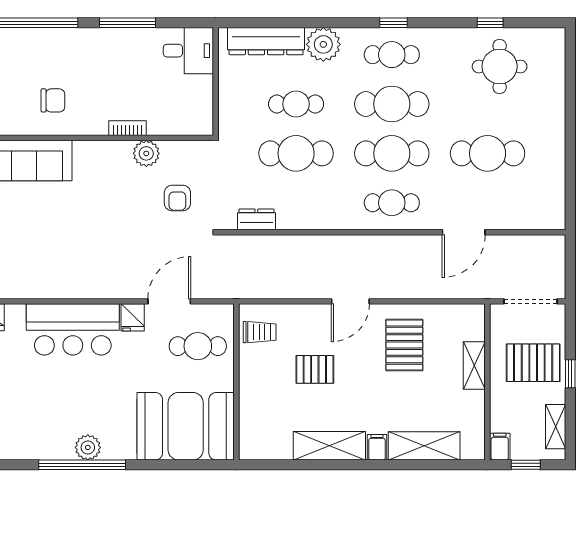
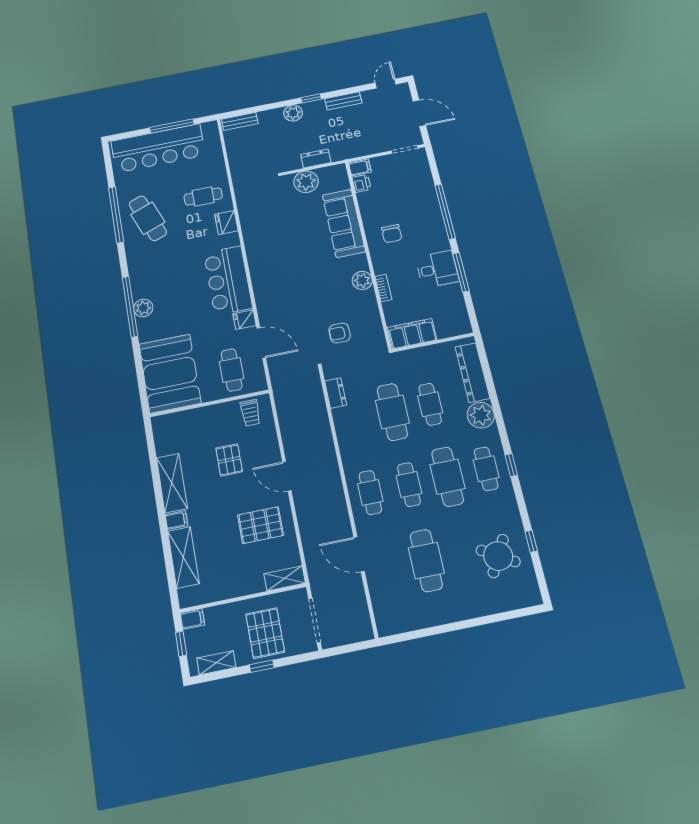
desk: (188, 51) -> (437, 269), moved, turned -90
round table: (500, 66) -> (498, 556), turned 30
filing cabinet: (198, 105) -> (412, 334), added
plant: (146, 153) -> (362, 280), moved
cafe table: (392, 153) -> (409, 485), width x0.73, depth x0.74
shelving: (474, 366) -> (285, 578), moved

